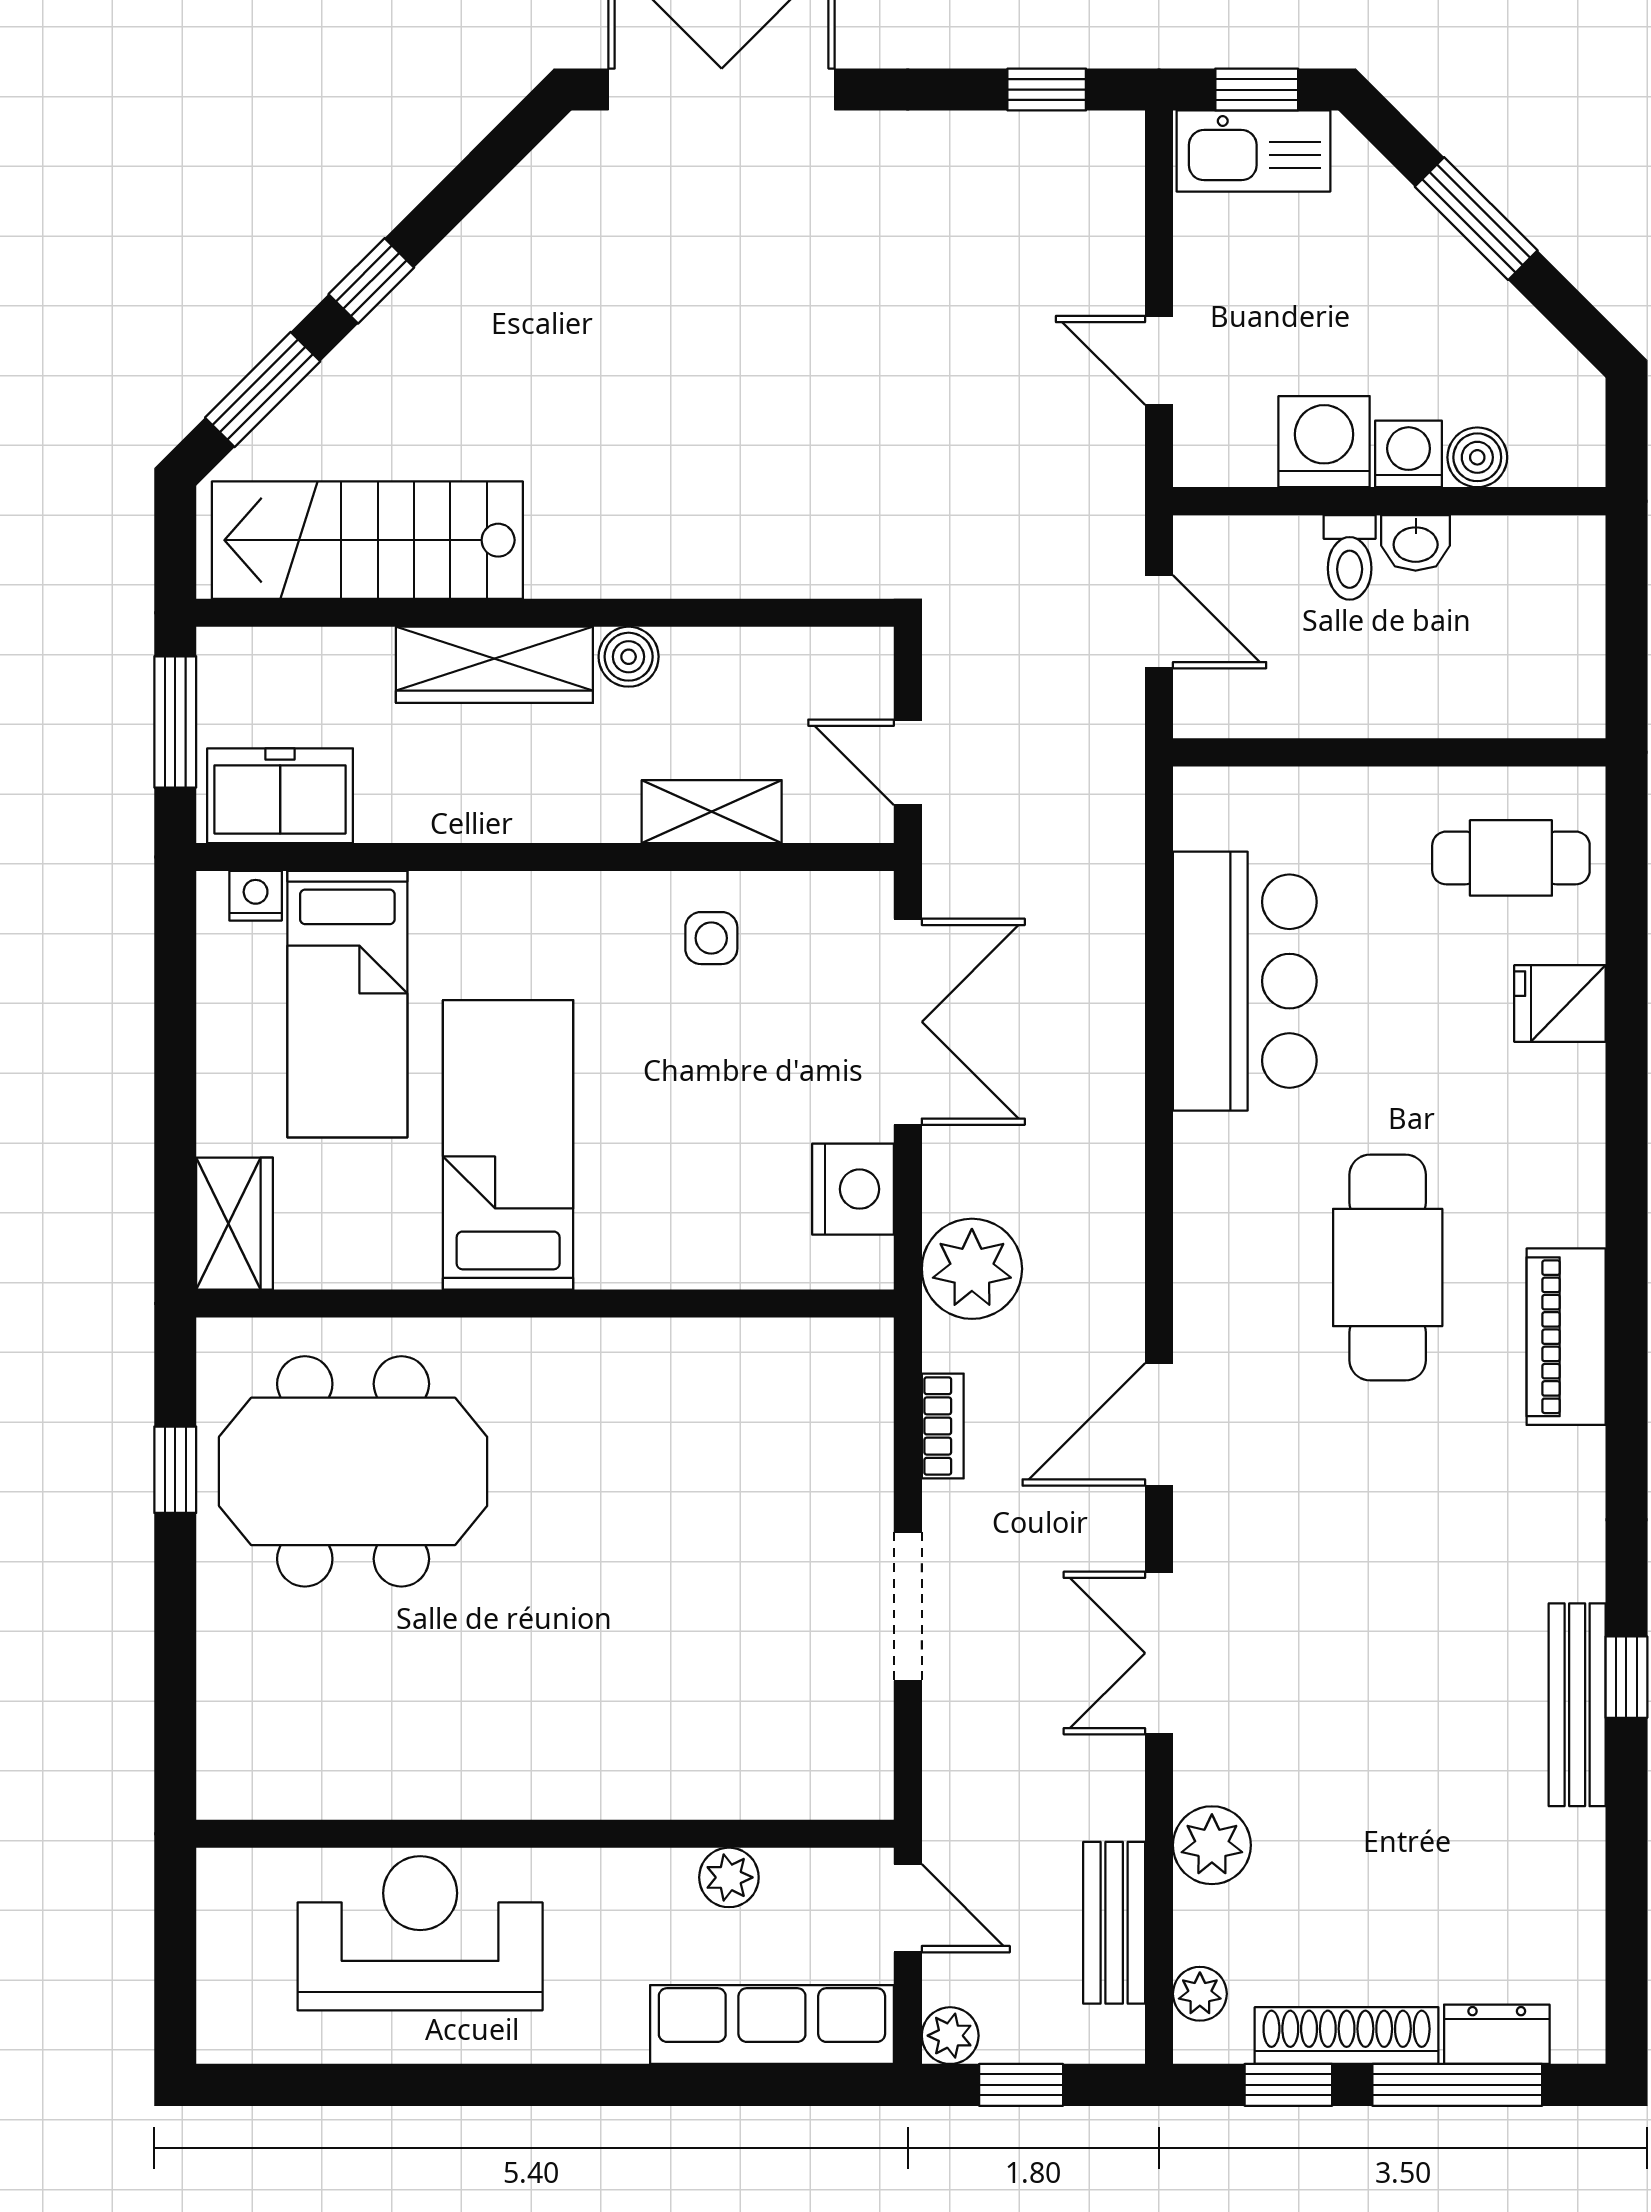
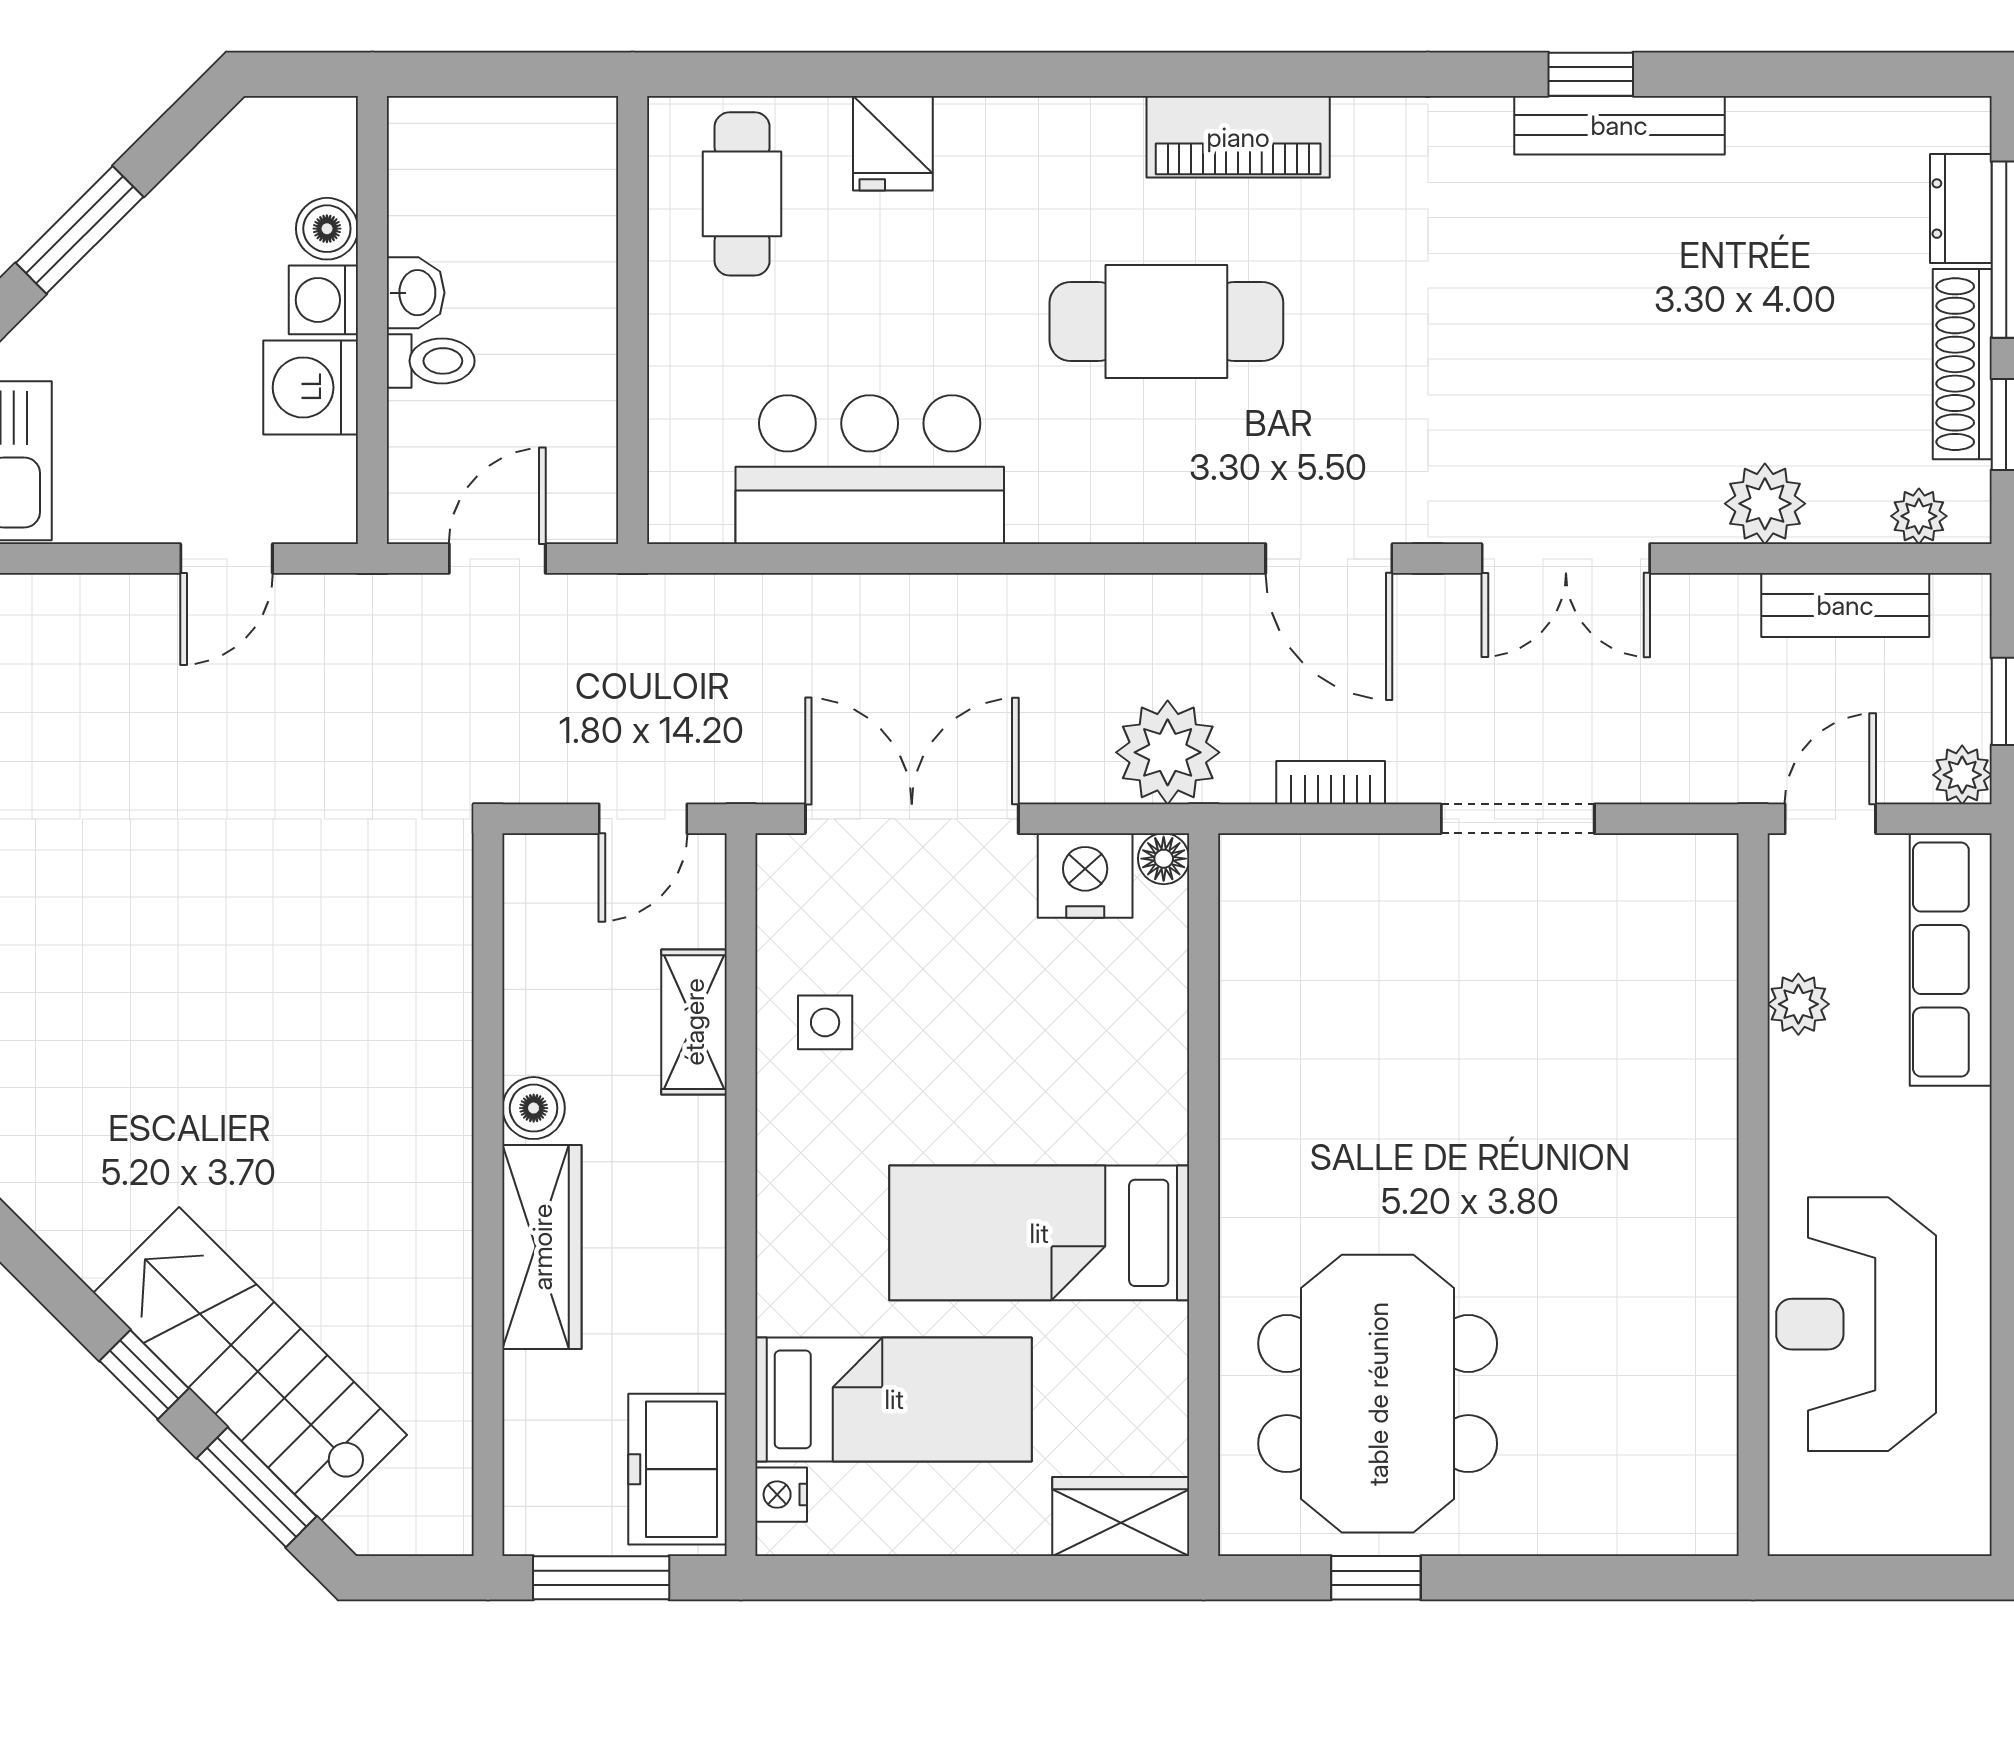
stairs: (367, 540) -> (250, 1364), moved, turned 135
floor lamp: (869, 1265) -> (1164, 859), added

